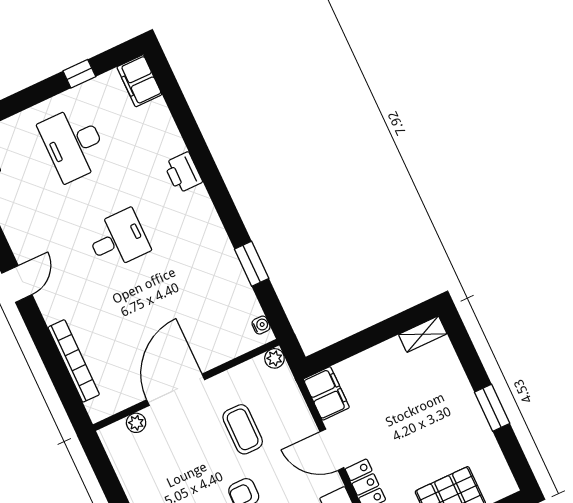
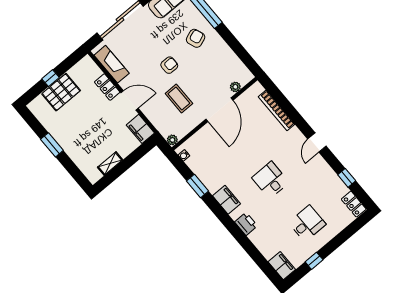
desk: (74, 144) -> (307, 224), width x0.73
filing cabinet: (206, 225) -> (226, 200), added
desk: (118, 239) -> (270, 180), turned 90
shelving: (423, 334) -> (110, 164), moved

